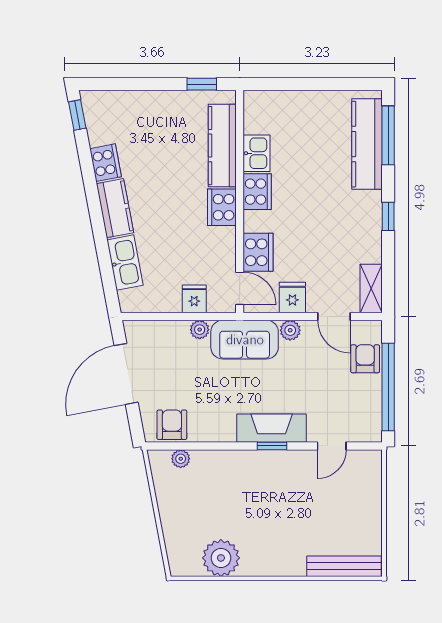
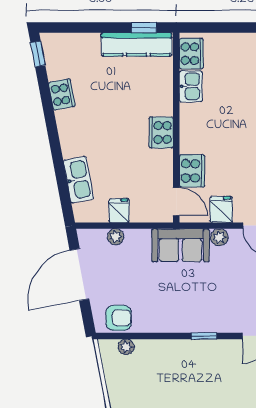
kitchen counter: (222, 146) -> (136, 44), moved, turned -90
cooker: (257, 192) -> (191, 54), moved
kitchen counter: (115, 208) -> (70, 133), removed
fridge: (194, 299) -> (119, 211), moved
plant: (200, 330) -> (116, 237), moved
armchair: (172, 425) -> (119, 318), turned 90
fireplace: (272, 428) -> (203, 321), removed

